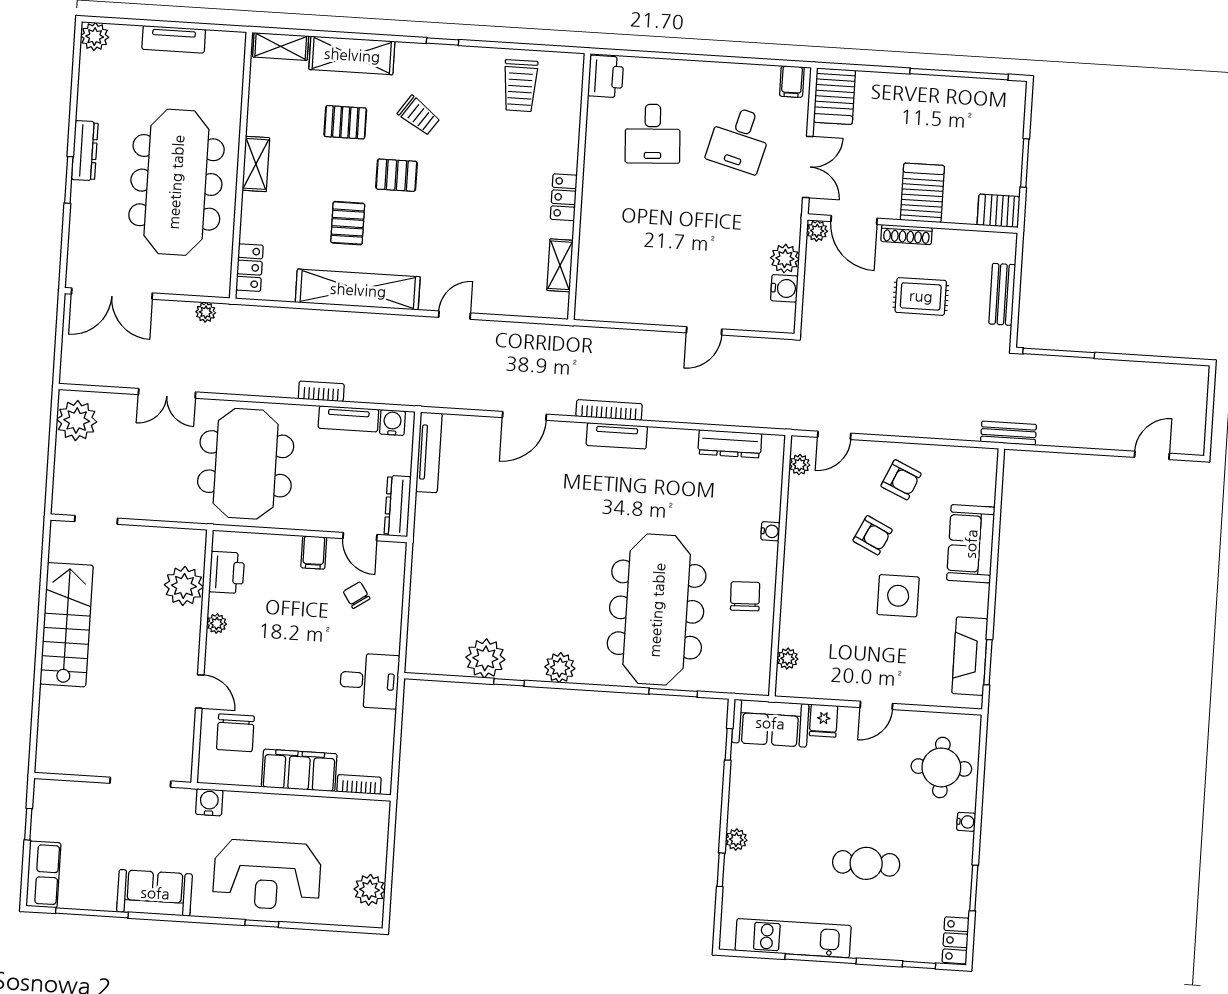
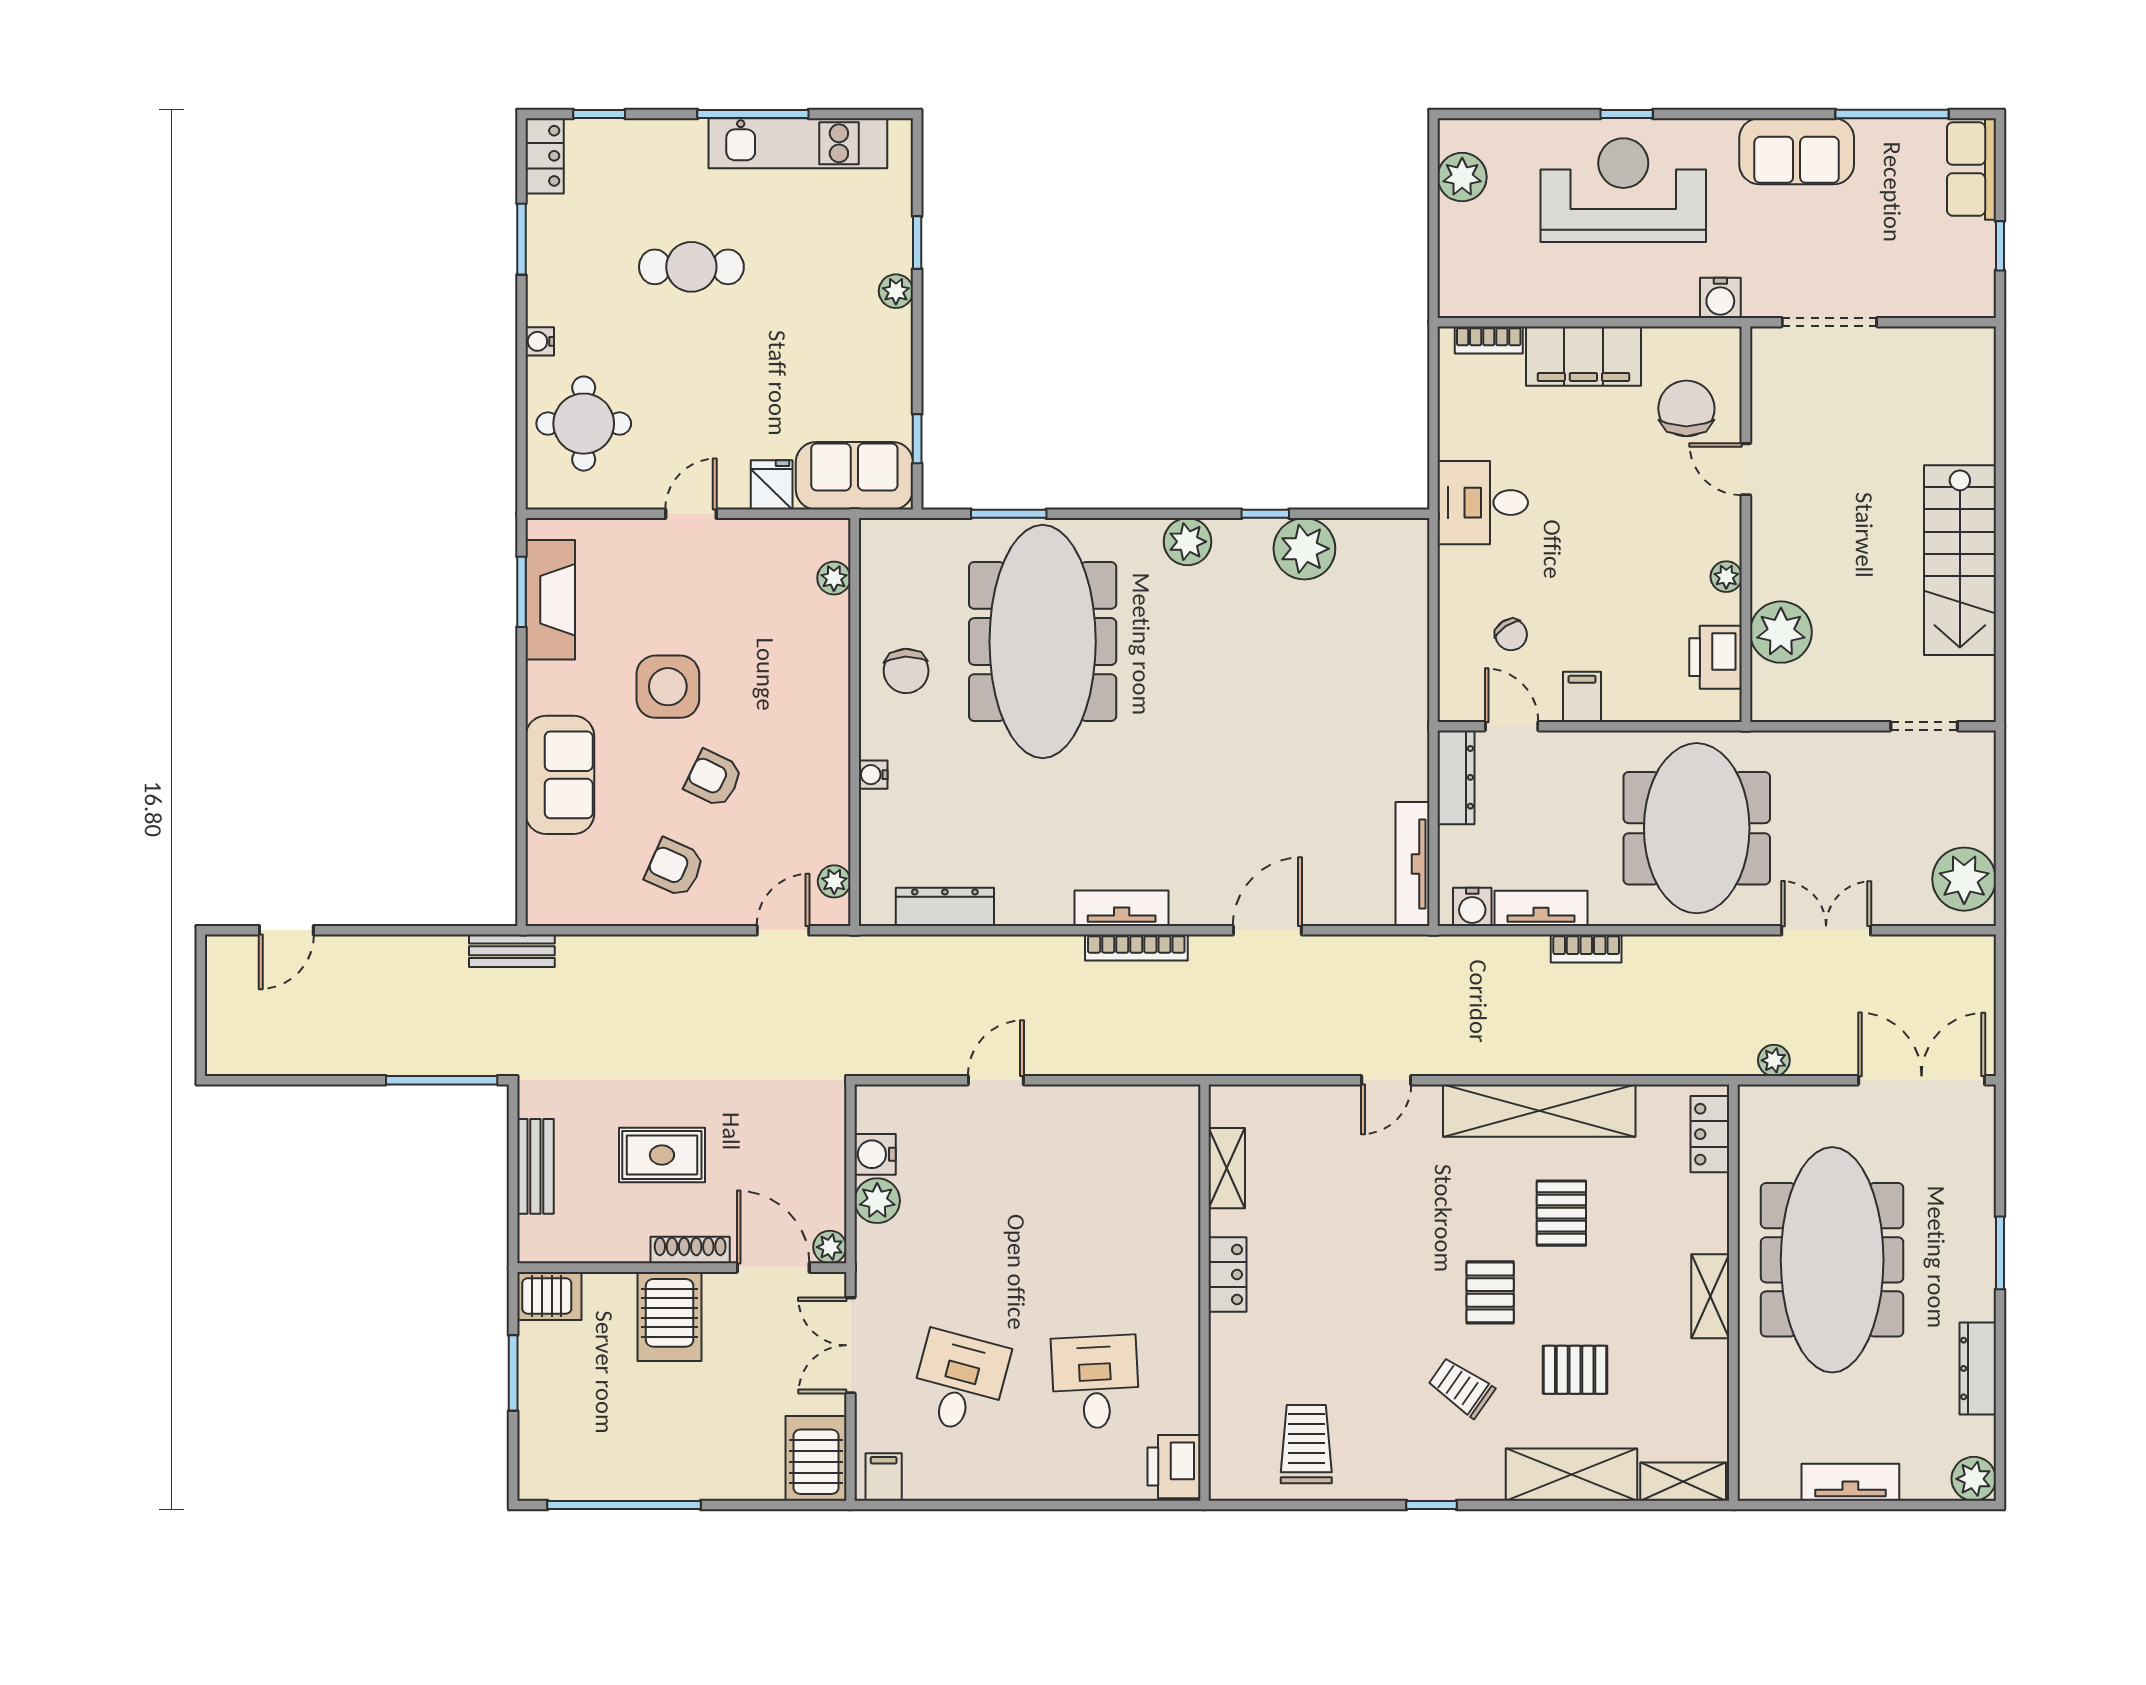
dresser: (85, 151) -> (1978, 1368), moved
pallet: (396, 175) -> (1490, 1292), turned 90

